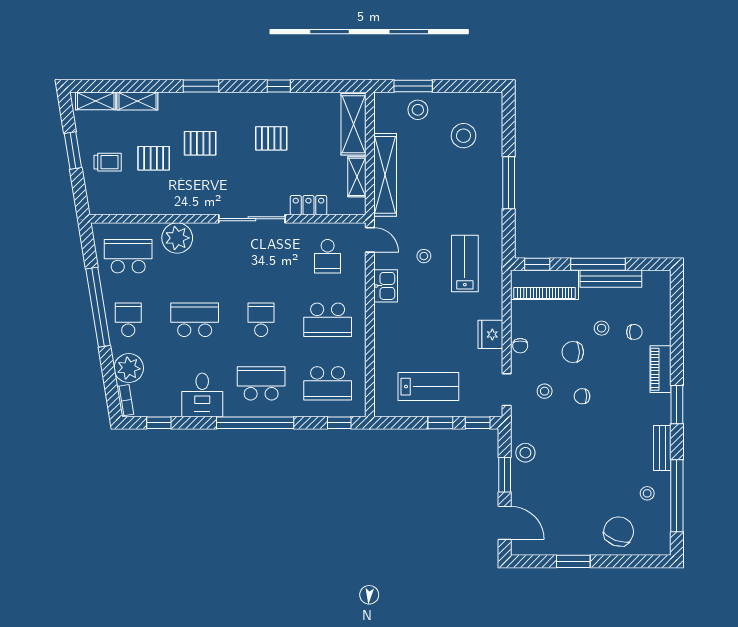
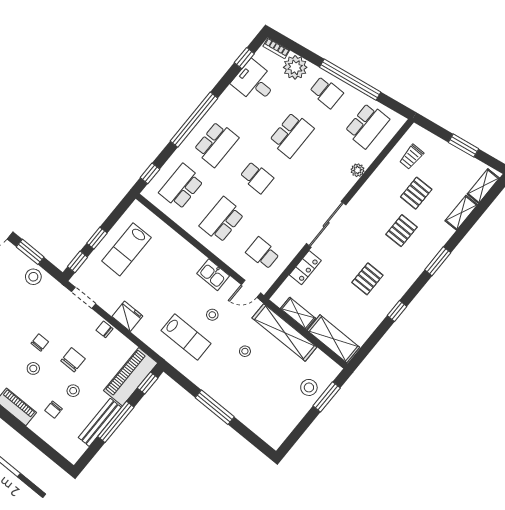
stool: (463, 136) -> (245, 351), moved, width x0.53, depth x0.53
trolley: (108, 162) -> (411, 157), moved
plant: (177, 238) -> (358, 170), width x0.53, depth x0.53
stool: (545, 391) -> (33, 368), moved
desk: (202, 395) -> (254, 82), moved

